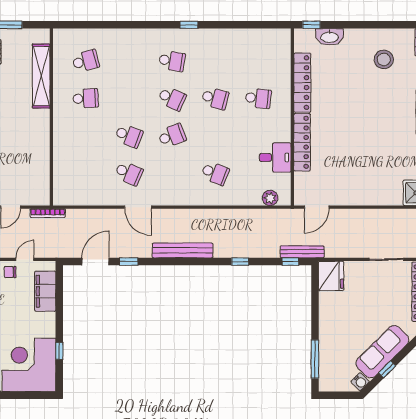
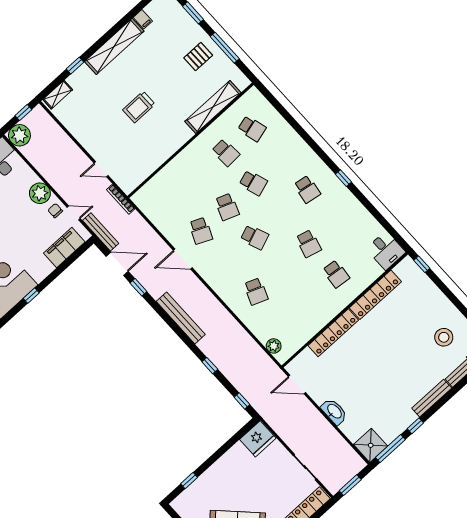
washbasin: (329, 37) -> (334, 412), moved, turned 180
school desk: (172, 98) -> (253, 183), moved, turned -42
desk: (275, 157) -> (386, 250), moved
door: (138, 207) -> (183, 259), hinge flipped
bench: (302, 252) -> (101, 232), moved
window: (315, 359) -> (189, 481), width x0.46

